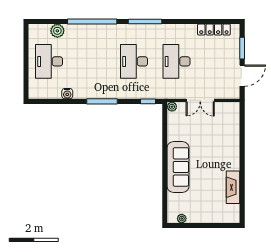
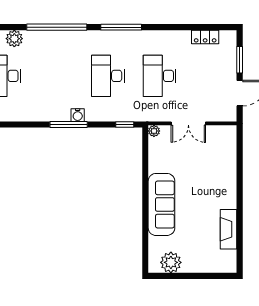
locker: (214, 30) -> (205, 37), width x0.66
water cooler: (67, 94) -> (78, 115), moved
plant: (182, 219) -> (171, 262), width x1.88, depth x1.88

